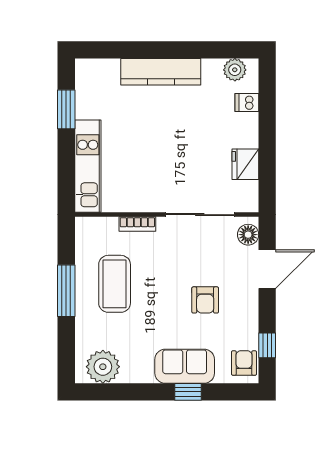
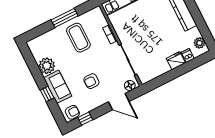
fridge: (245, 164) -> (176, 61), moved
coffee table: (115, 284) -> (78, 38), turned 90
plant: (103, 367) -> (47, 66), moved

